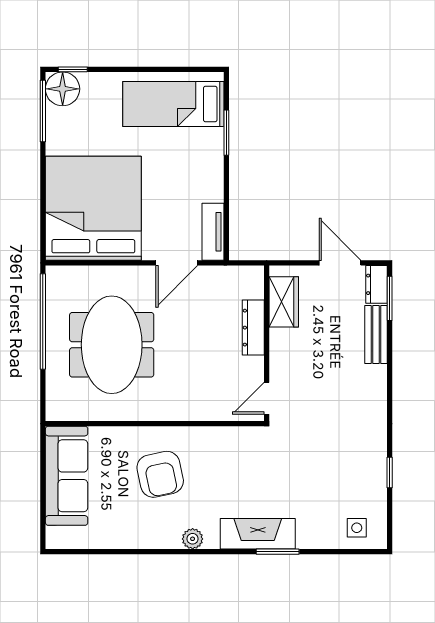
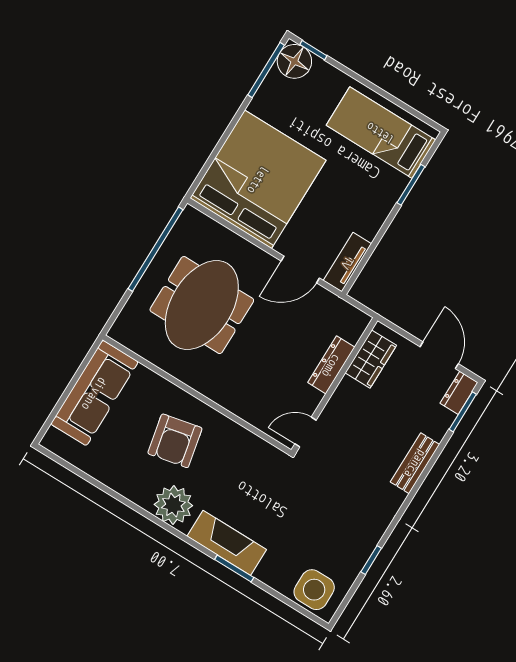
bench: (376, 334) -> (415, 463), moved
side table: (357, 528) -> (314, 590), width x1.87, depth x1.87
plant: (193, 539) -> (173, 505), width x1.88, depth x1.88

